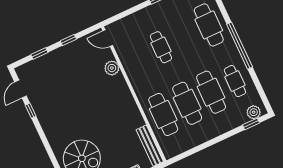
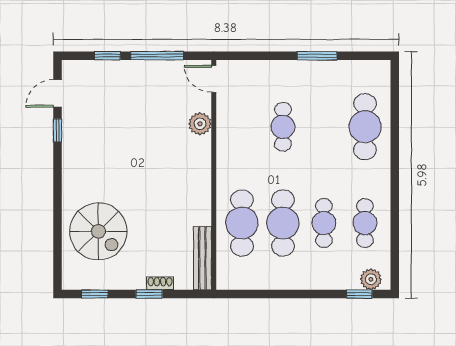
window: (68, 40) -> (157, 56), width x2.17
window: (240, 46) -> (395, 176), removed
cafe table: (211, 92) -> (324, 223), width x0.73, depth x0.74

